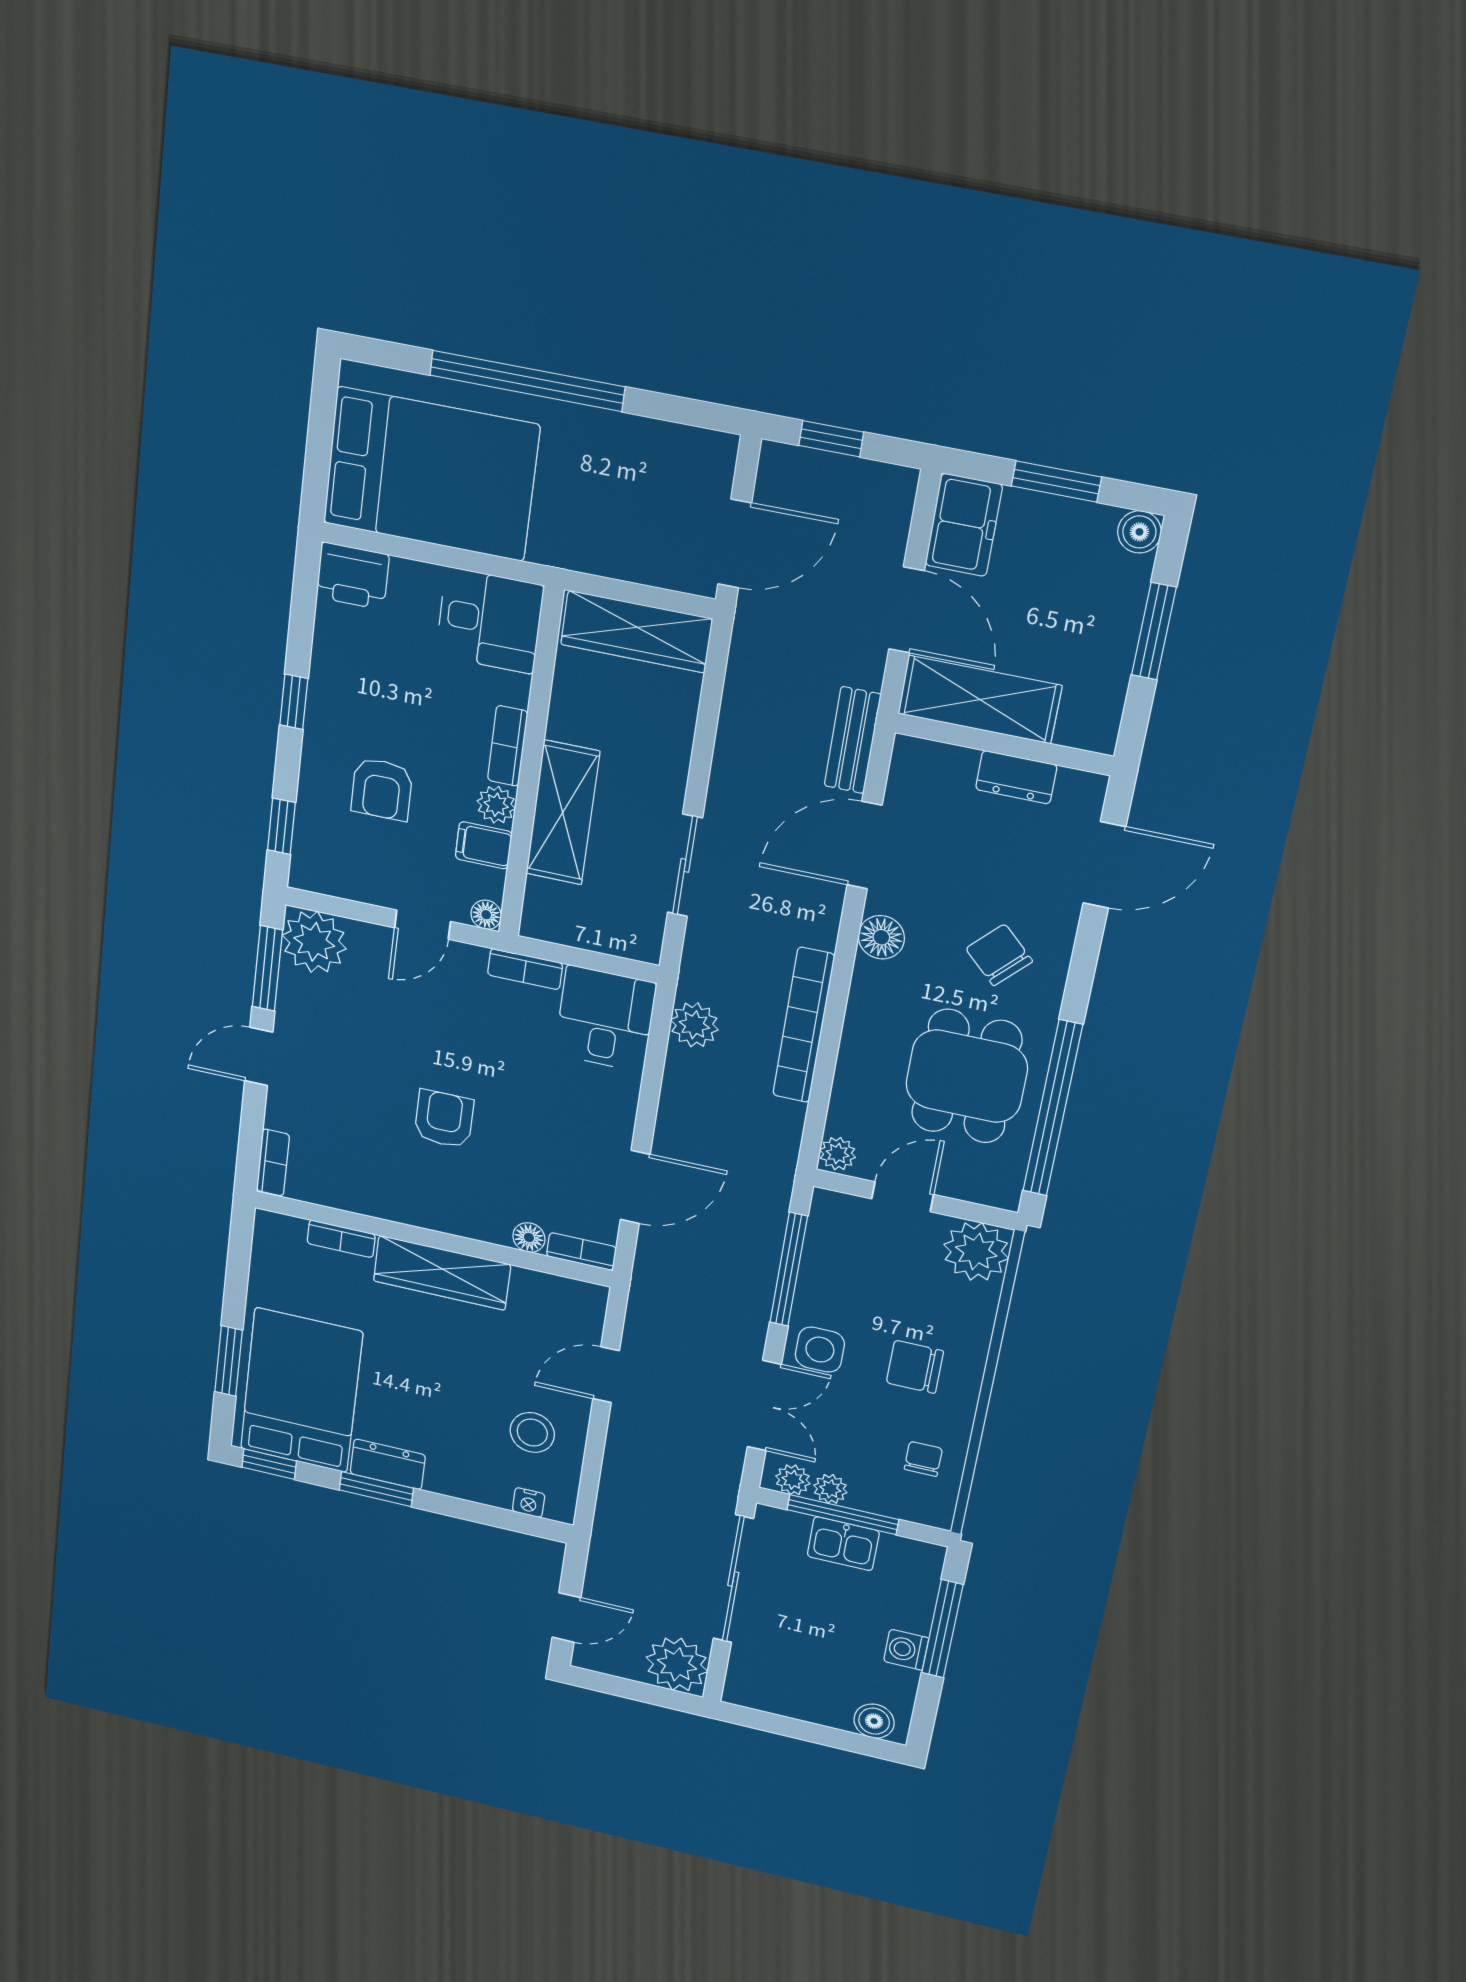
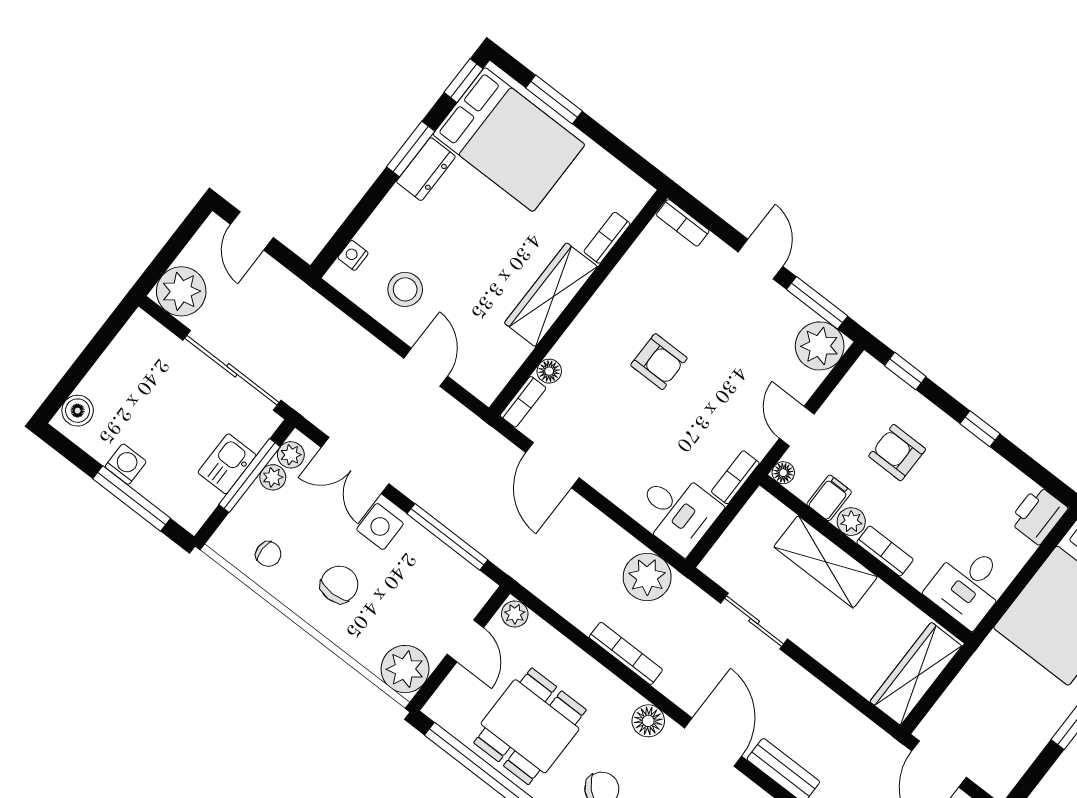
plant: (694, 1025) -> (647, 577), width x1.36, depth x1.36
bookcase: (804, 1025) -> (626, 653), width x0.68, depth x0.76
dining table: (967, 1076) -> (530, 726), turned 90

